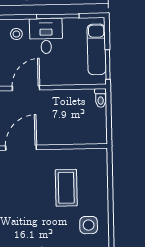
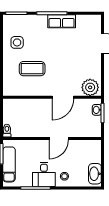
coffee table: (66, 188) -> (32, 69), turned 90

